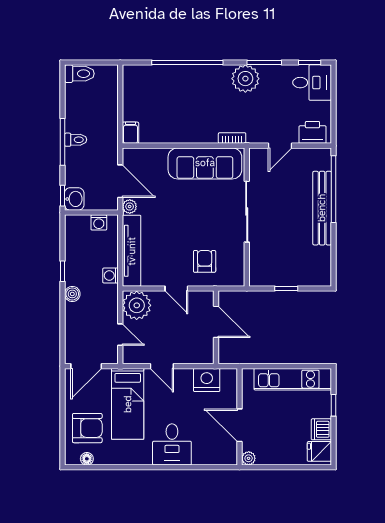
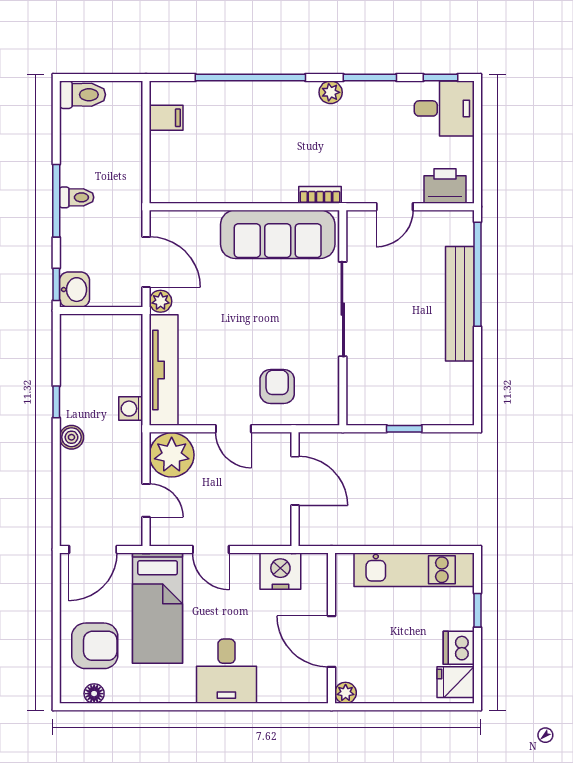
plant: (245, 79) -> (331, 92), width x0.53, depth x0.53
filing cabinet: (130, 133) -> (166, 118), moved, turned 90
washing machine: (99, 222) -> (113, 326), removed

